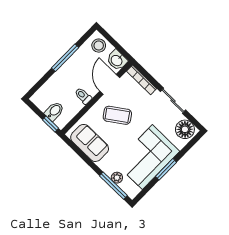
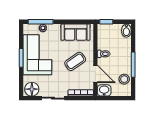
stool: (99, 46) -> (124, 79), moved
bidet: (54, 111) -> (126, 31), moved

